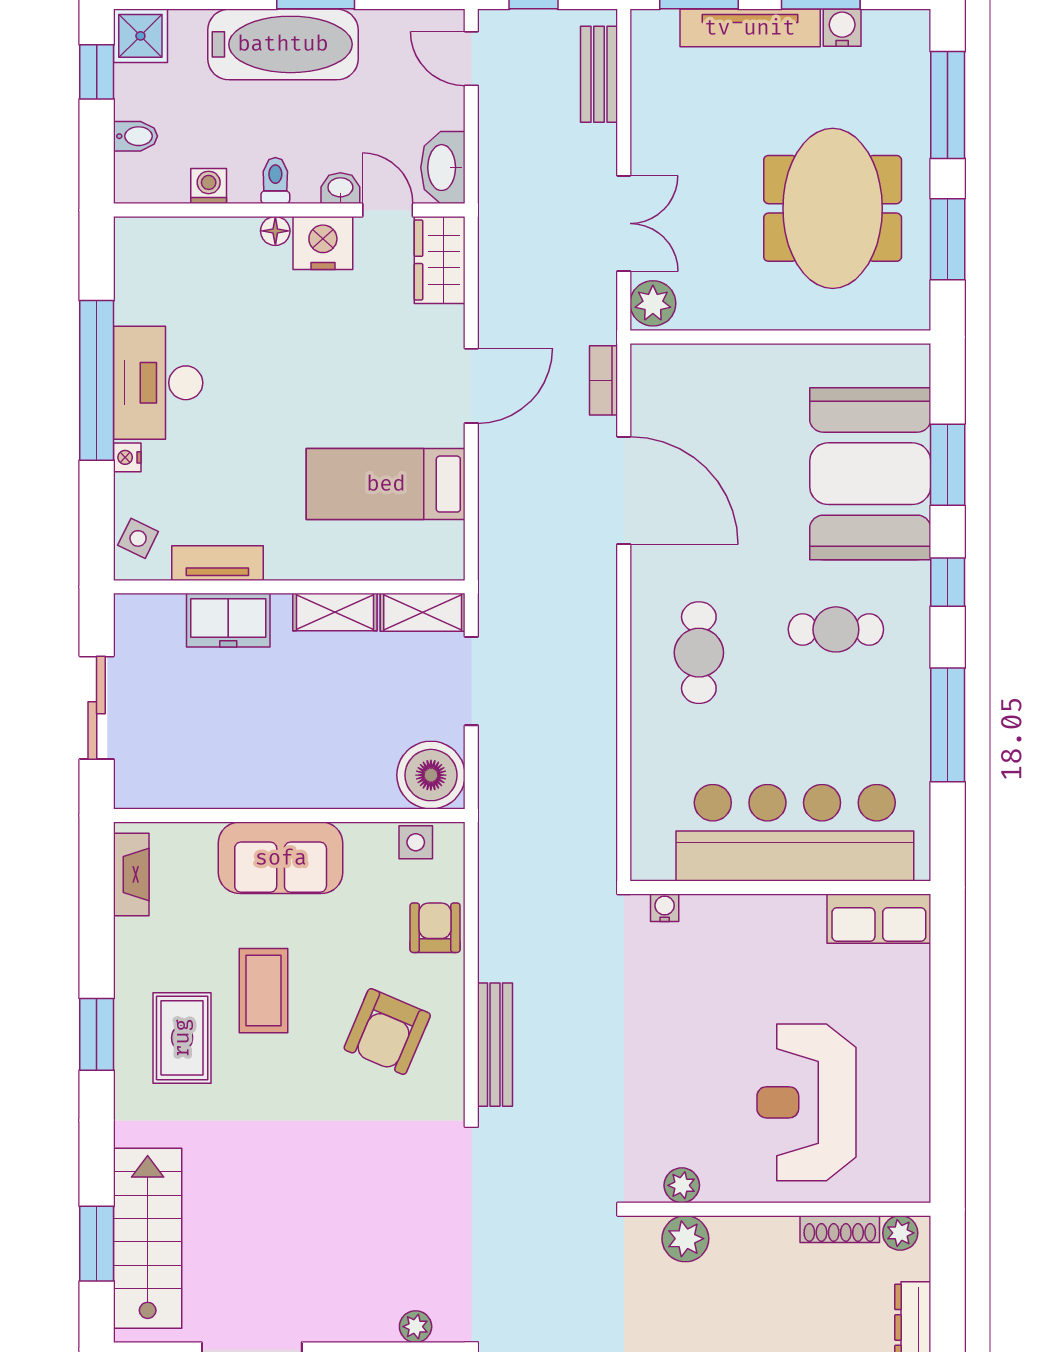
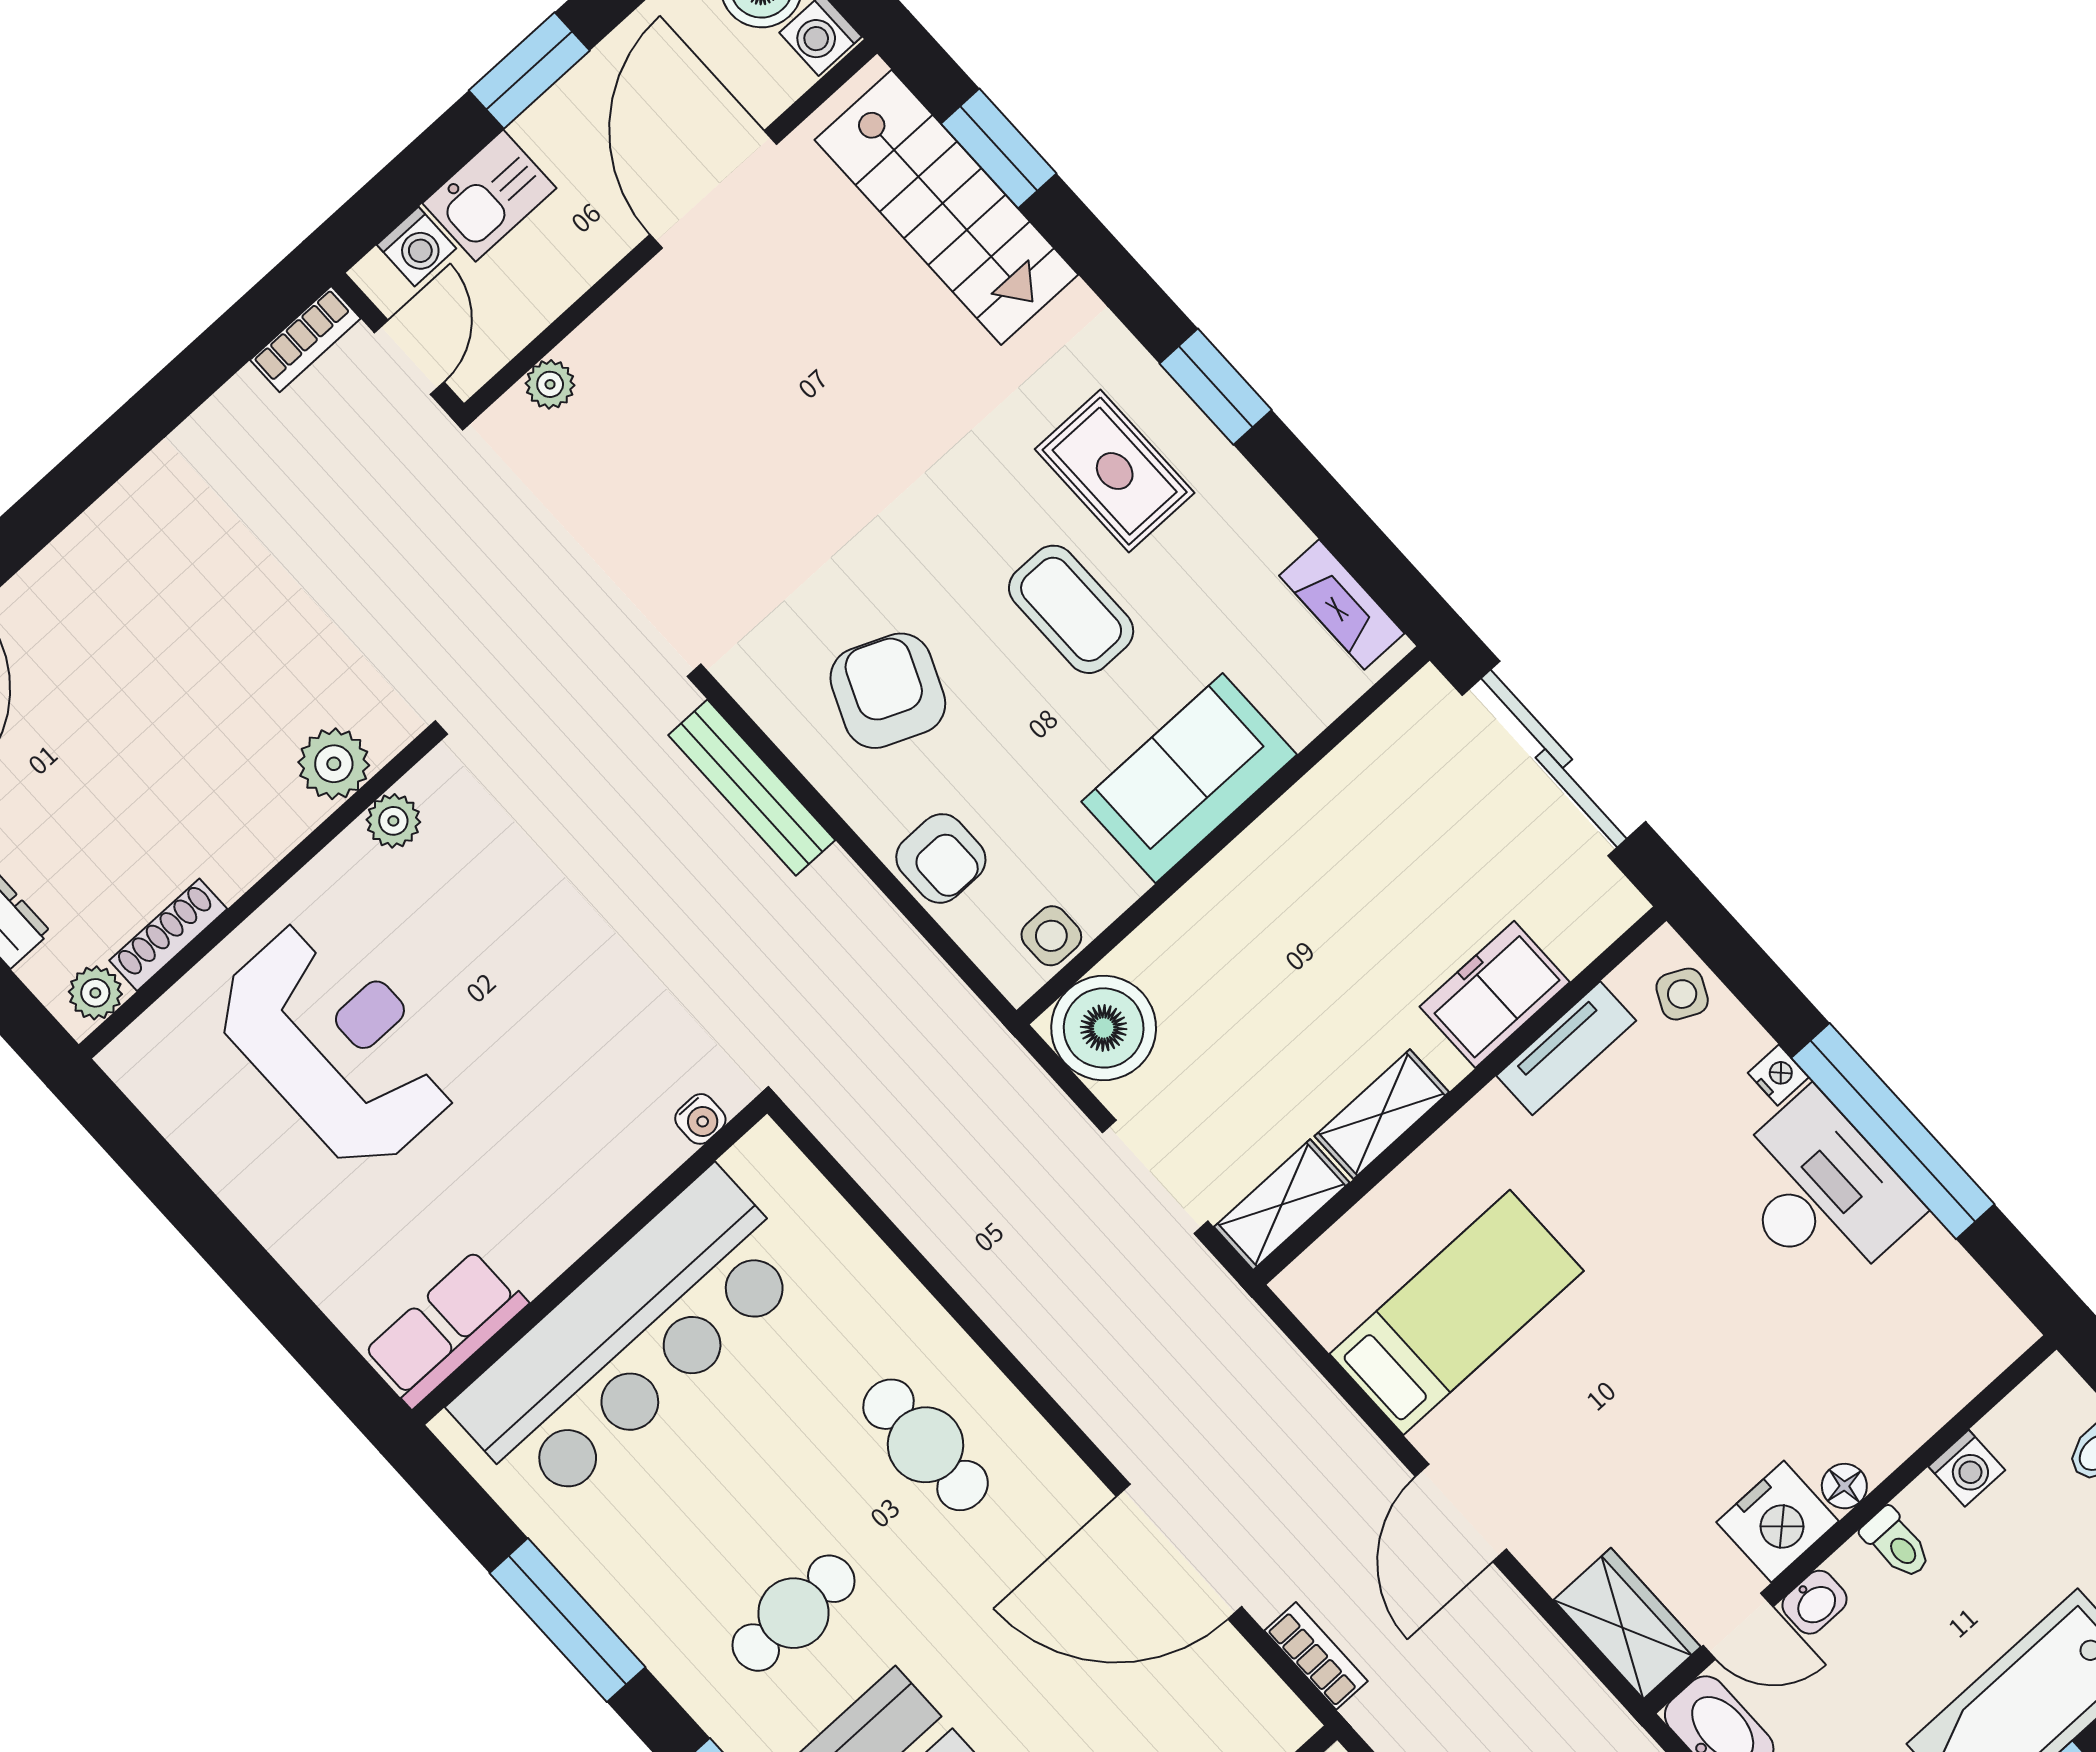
sliding door: (97, 708) -> (1554, 758), width x1.37

